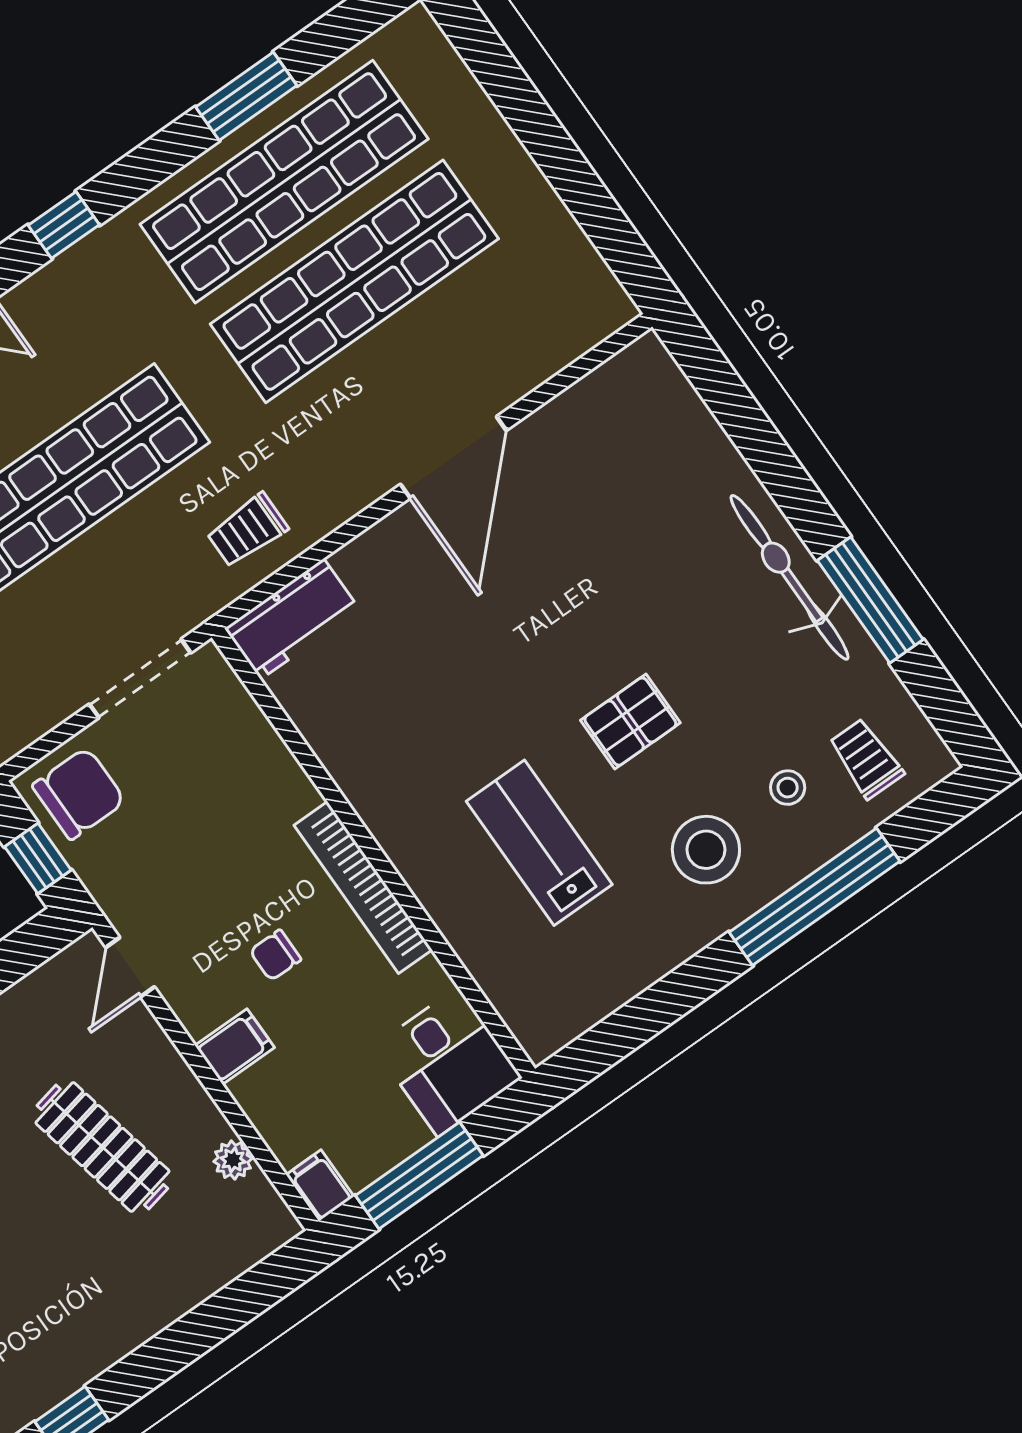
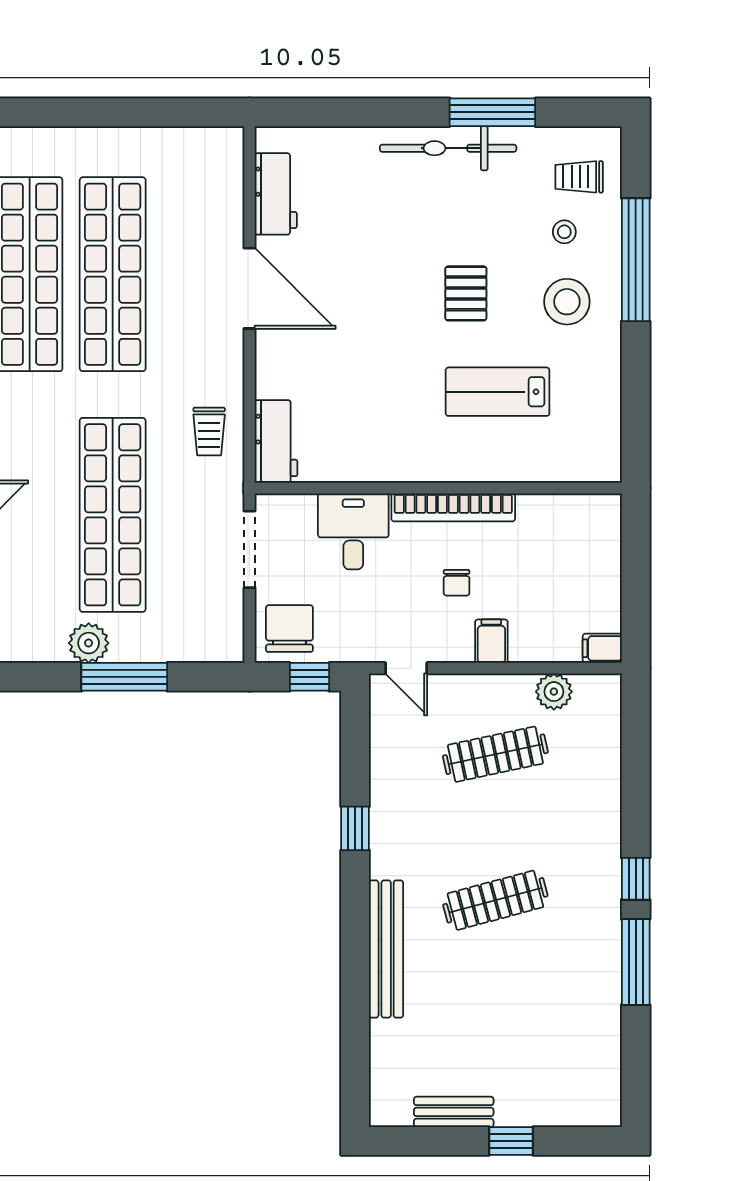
workbench: (589, 409) -> (276, 194), added
desk: (448, 1062) -> (353, 531), moved, turned -90
plant: (233, 1160) -> (554, 692), width x1.38, depth x1.38
window: (419, 1176) -> (636, 589), removed

